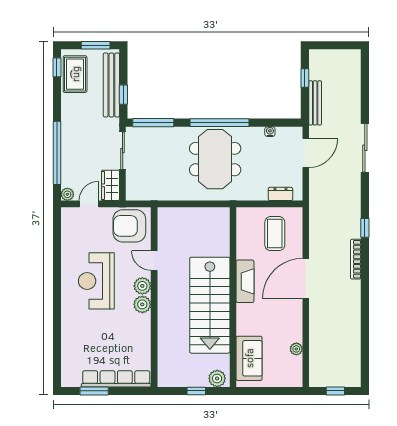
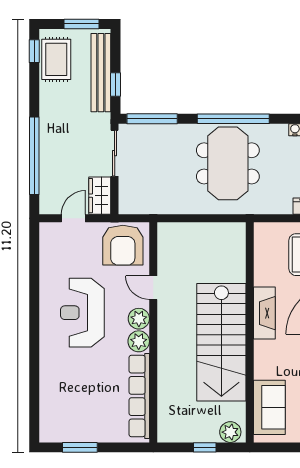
plant: (67, 194) -> (47, 206), removed
armchair: (129, 226) -> (123, 245), turned -90
row of seats: (116, 379) -> (139, 396), moved, turned -90

